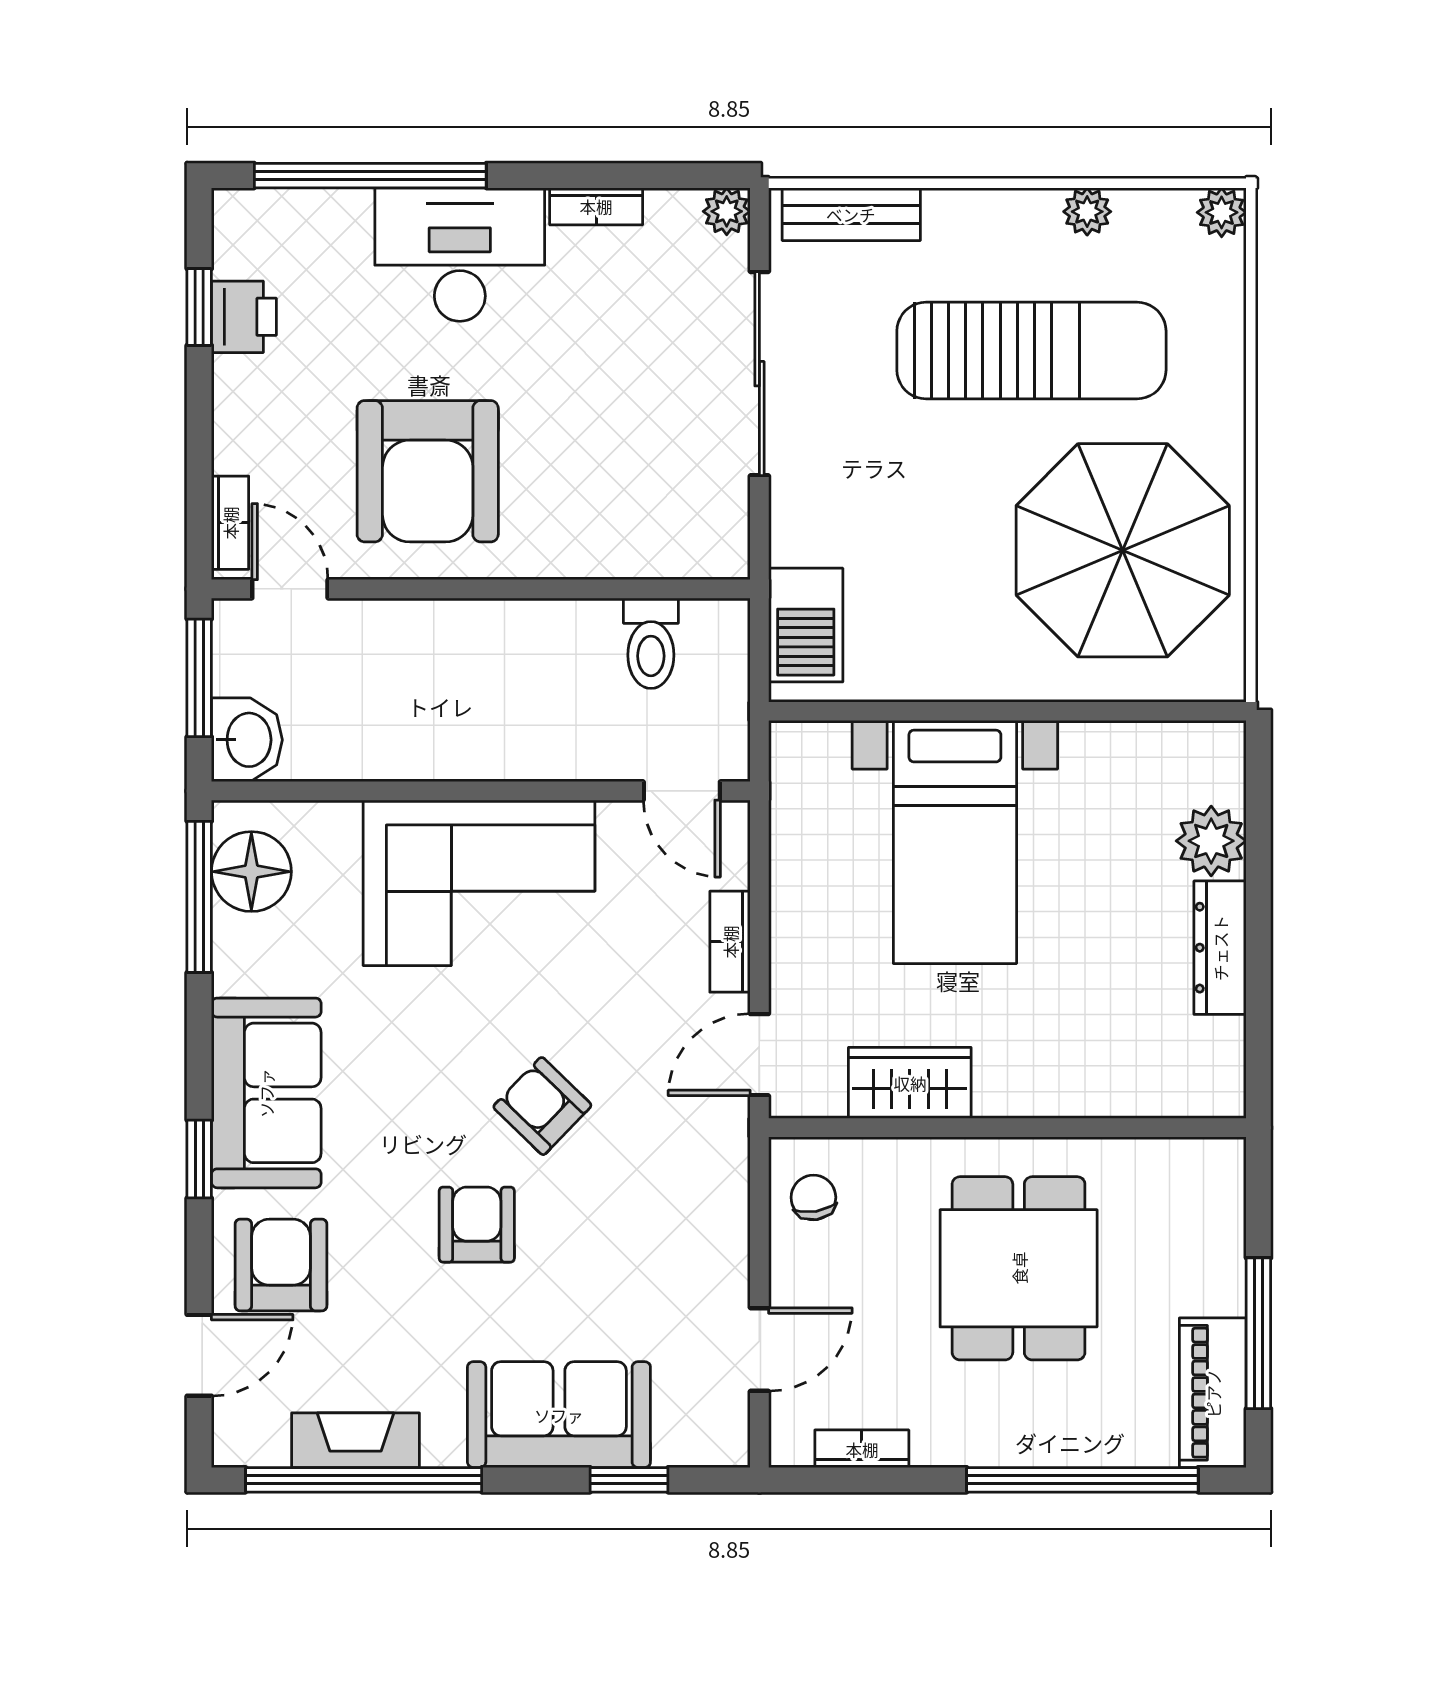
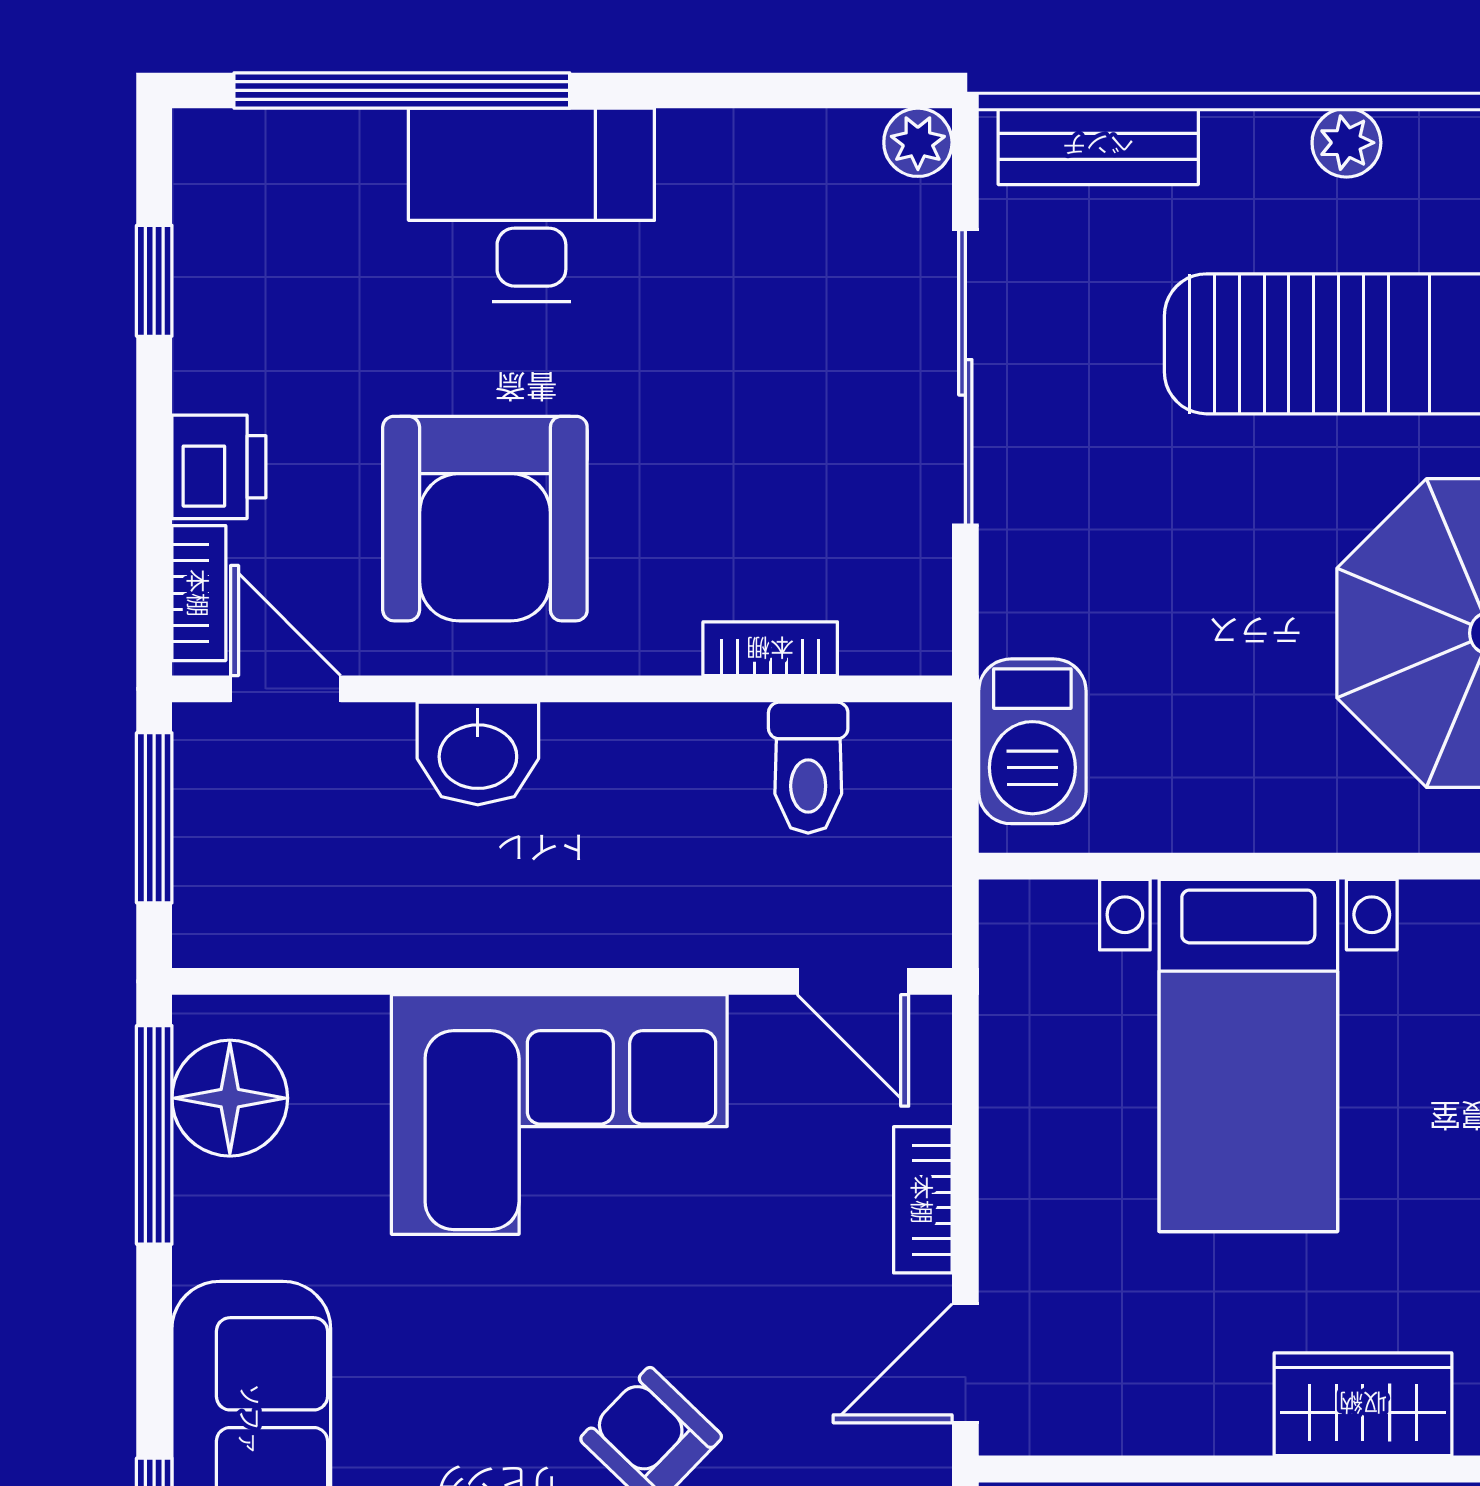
bookcase: (596, 206) -> (770, 649), moved, turned 180
plant: (1087, 212) -> (1346, 143), moved
printer: (244, 317) -> (219, 467), moved
washbasin: (247, 740) -> (478, 754), moved, turned 90
wardrobe: (910, 1083) -> (1363, 1404), moved

